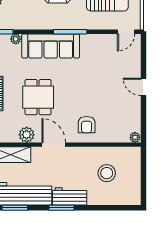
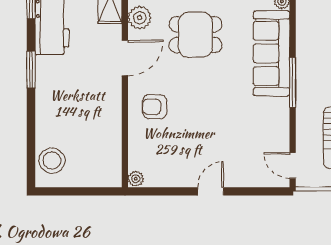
stool: (107, 173) -> (52, 161), moved
workbench: (70, 196) -> (48, 82), removed

